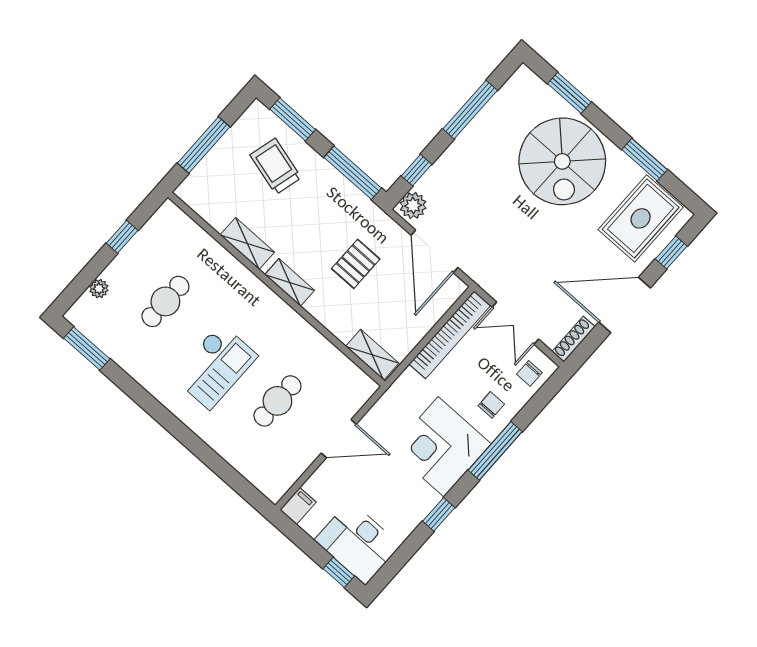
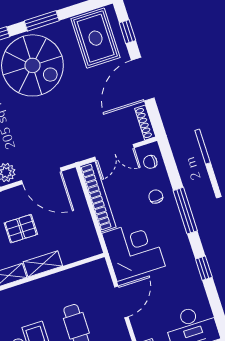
window: (645, 160) -> (42, 21), moved
pallet: (356, 264) -> (21, 229), turned 90
shelving: (372, 355) -> (43, 264), moved
chair: (529, 373) -> (150, 162), turned 90
corner desk: (441, 447) -> (133, 250), moved, turned 180

